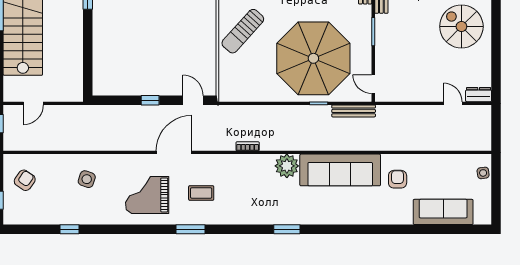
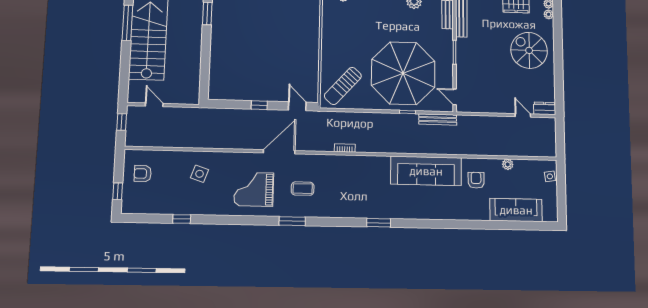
sun lounger: (243, 31) -> (343, 86), moved
door: (33, 103) -> (154, 105), swing flipped
plant: (287, 166) -> (508, 164), moved, width x0.53, depth x0.53
armchair: (25, 180) -> (143, 174), turned -124

